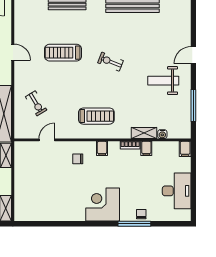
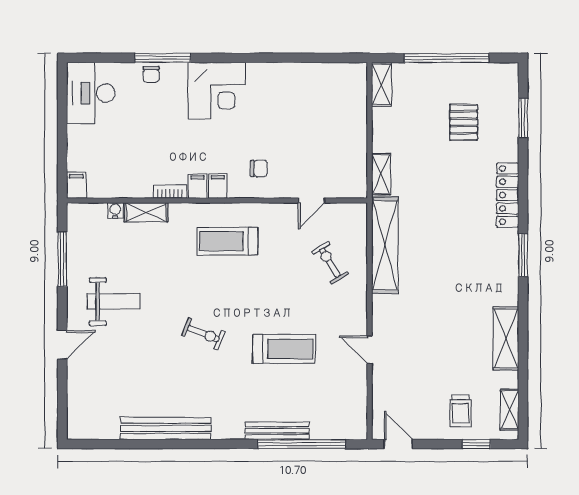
filing cabinet: (146, 148) -> (198, 186), moved
desk: (177, 191) -> (91, 93), moved

